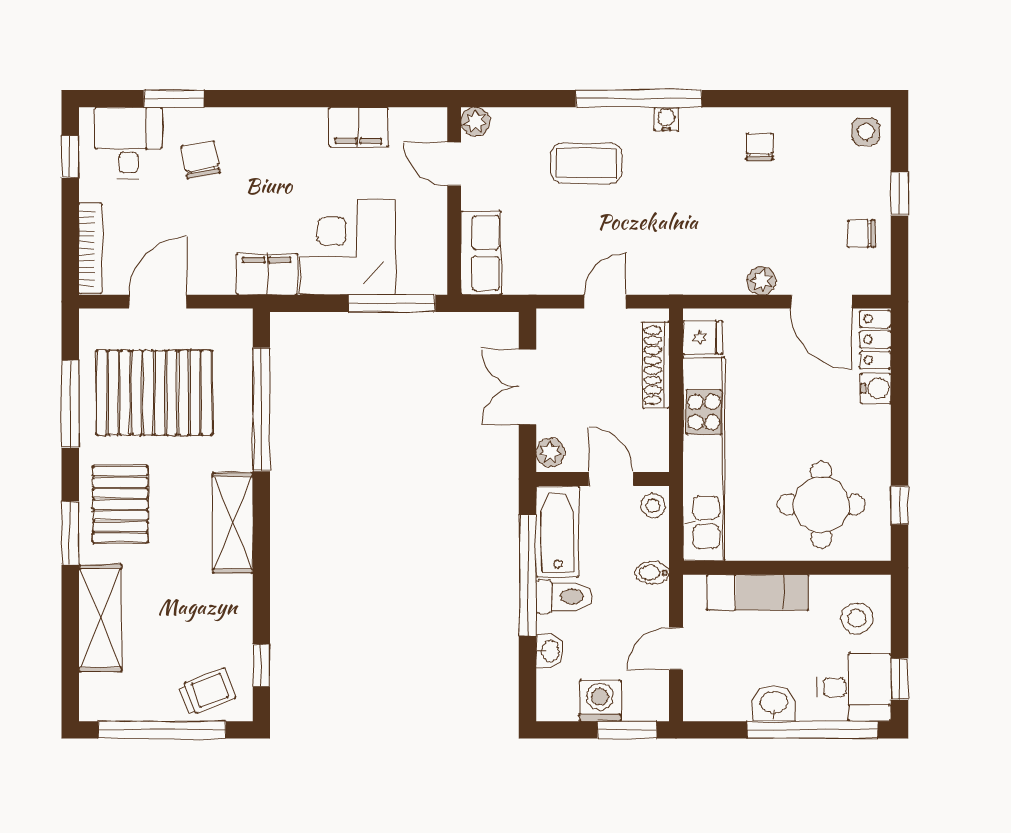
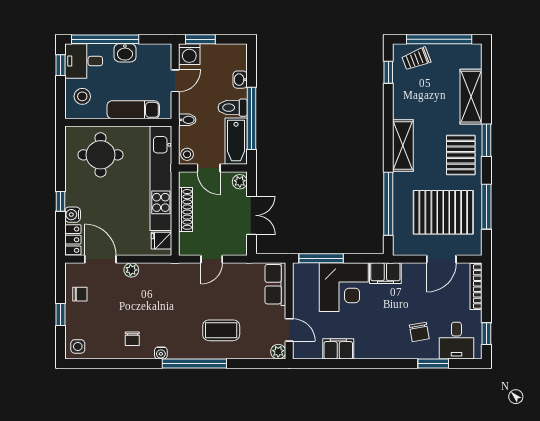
water cooler: (666, 119) -> (161, 353), moved
shoe rack: (656, 365) -> (186, 209), moved
window: (899, 505) -> (60, 201), moved
washing machine: (600, 701) -> (189, 54), moved

